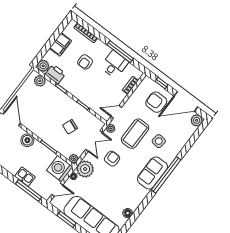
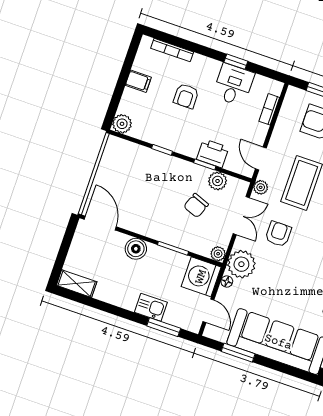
filing cabinet: (60, 44) -> (138, 81), width x0.50
window: (120, 52) -> (236, 62), width x0.46
printer: (55, 74) -> (213, 153), moved
plant: (40, 81) -> (218, 181), moved
door: (116, 112) -> (261, 158), hinge flipped
window: (29, 190) -> (164, 327), width x0.69
door: (57, 190) -> (208, 311), hinge flipped

